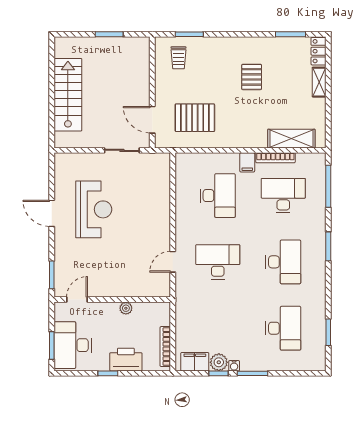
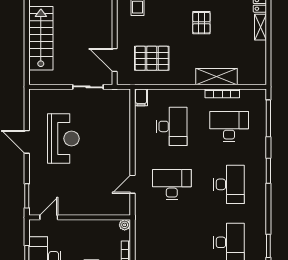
shelving: (291, 139) -> (216, 77), moved
filing cabinet: (247, 162) -> (141, 97), moved
plant: (126, 308) -> (125, 225), moved

